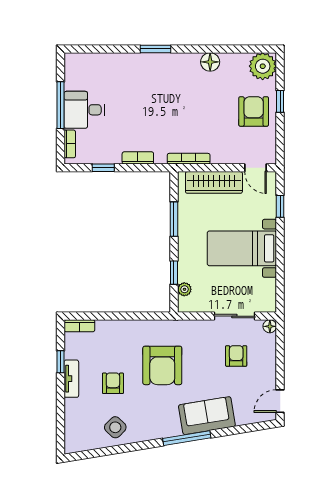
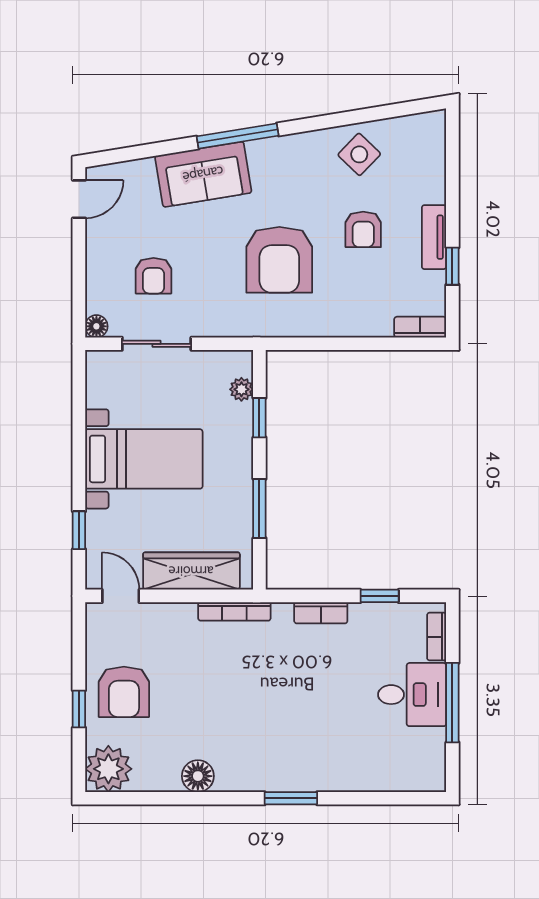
armchair: (162, 365) -> (279, 260), turned 180

